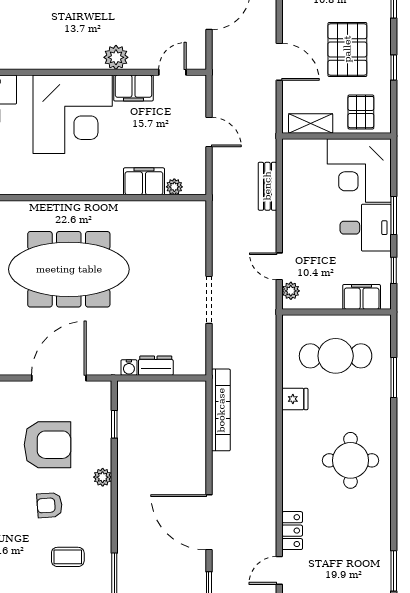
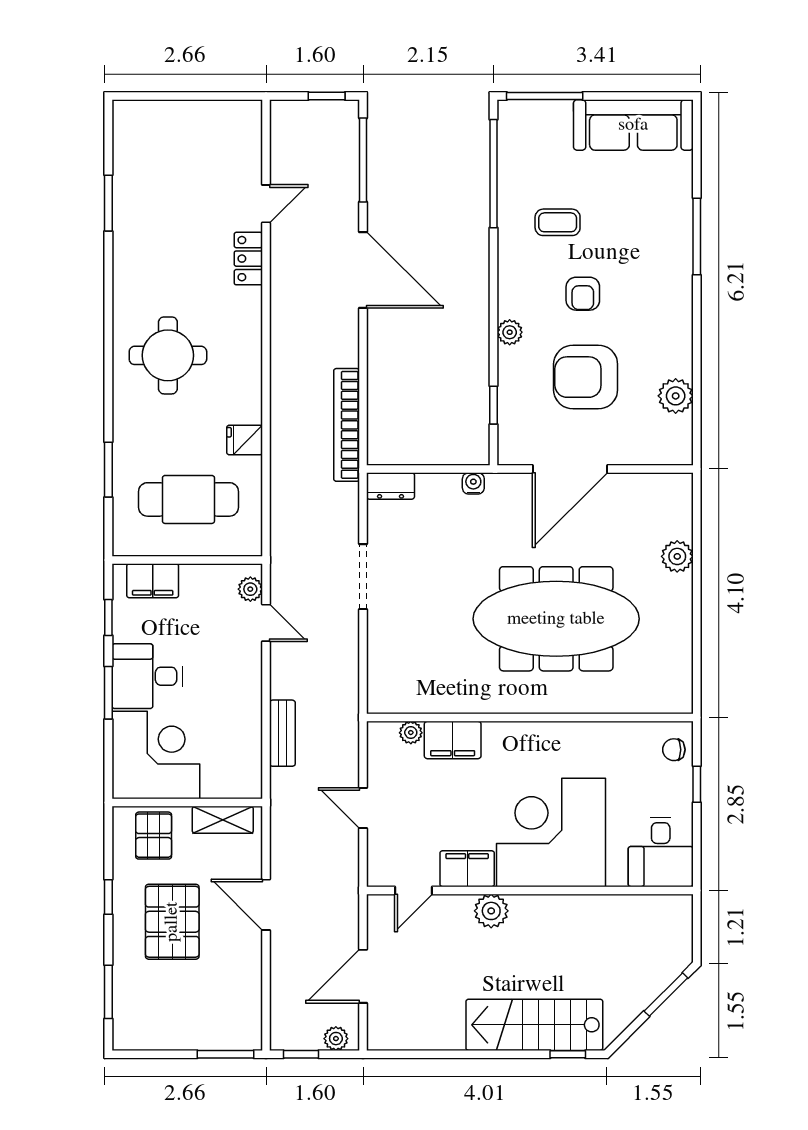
dresser: (156, 366) -> (391, 486), moved
armchair: (49, 505) -> (583, 294), turned 94

